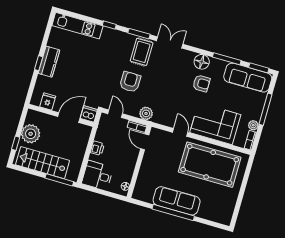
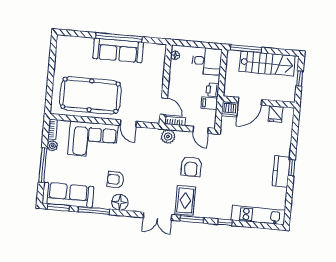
fridge: (48, 101) -> (276, 114), moved
dishwasher: (89, 114) -> (230, 109), moved
wall: (61, 115) -> (259, 102), moved
door: (69, 118) -> (250, 101), moved
plant: (31, 134) -> (286, 92), removed
filing cabinet: (102, 136) -> (209, 103), added

